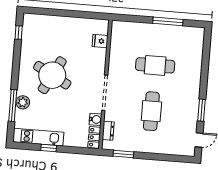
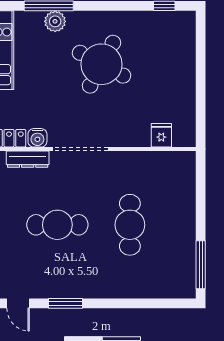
window: (168, 21) -> (201, 265), moved
dresser: (108, 131) -> (28, 159), width x1.44

